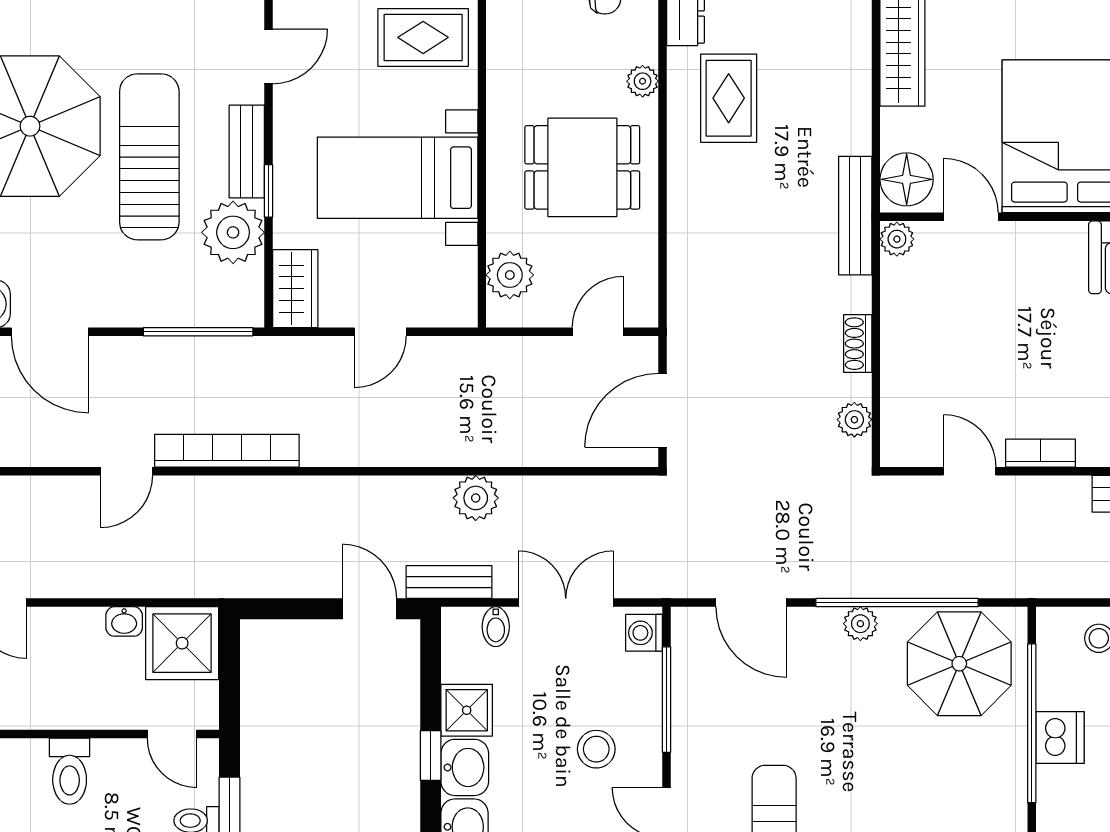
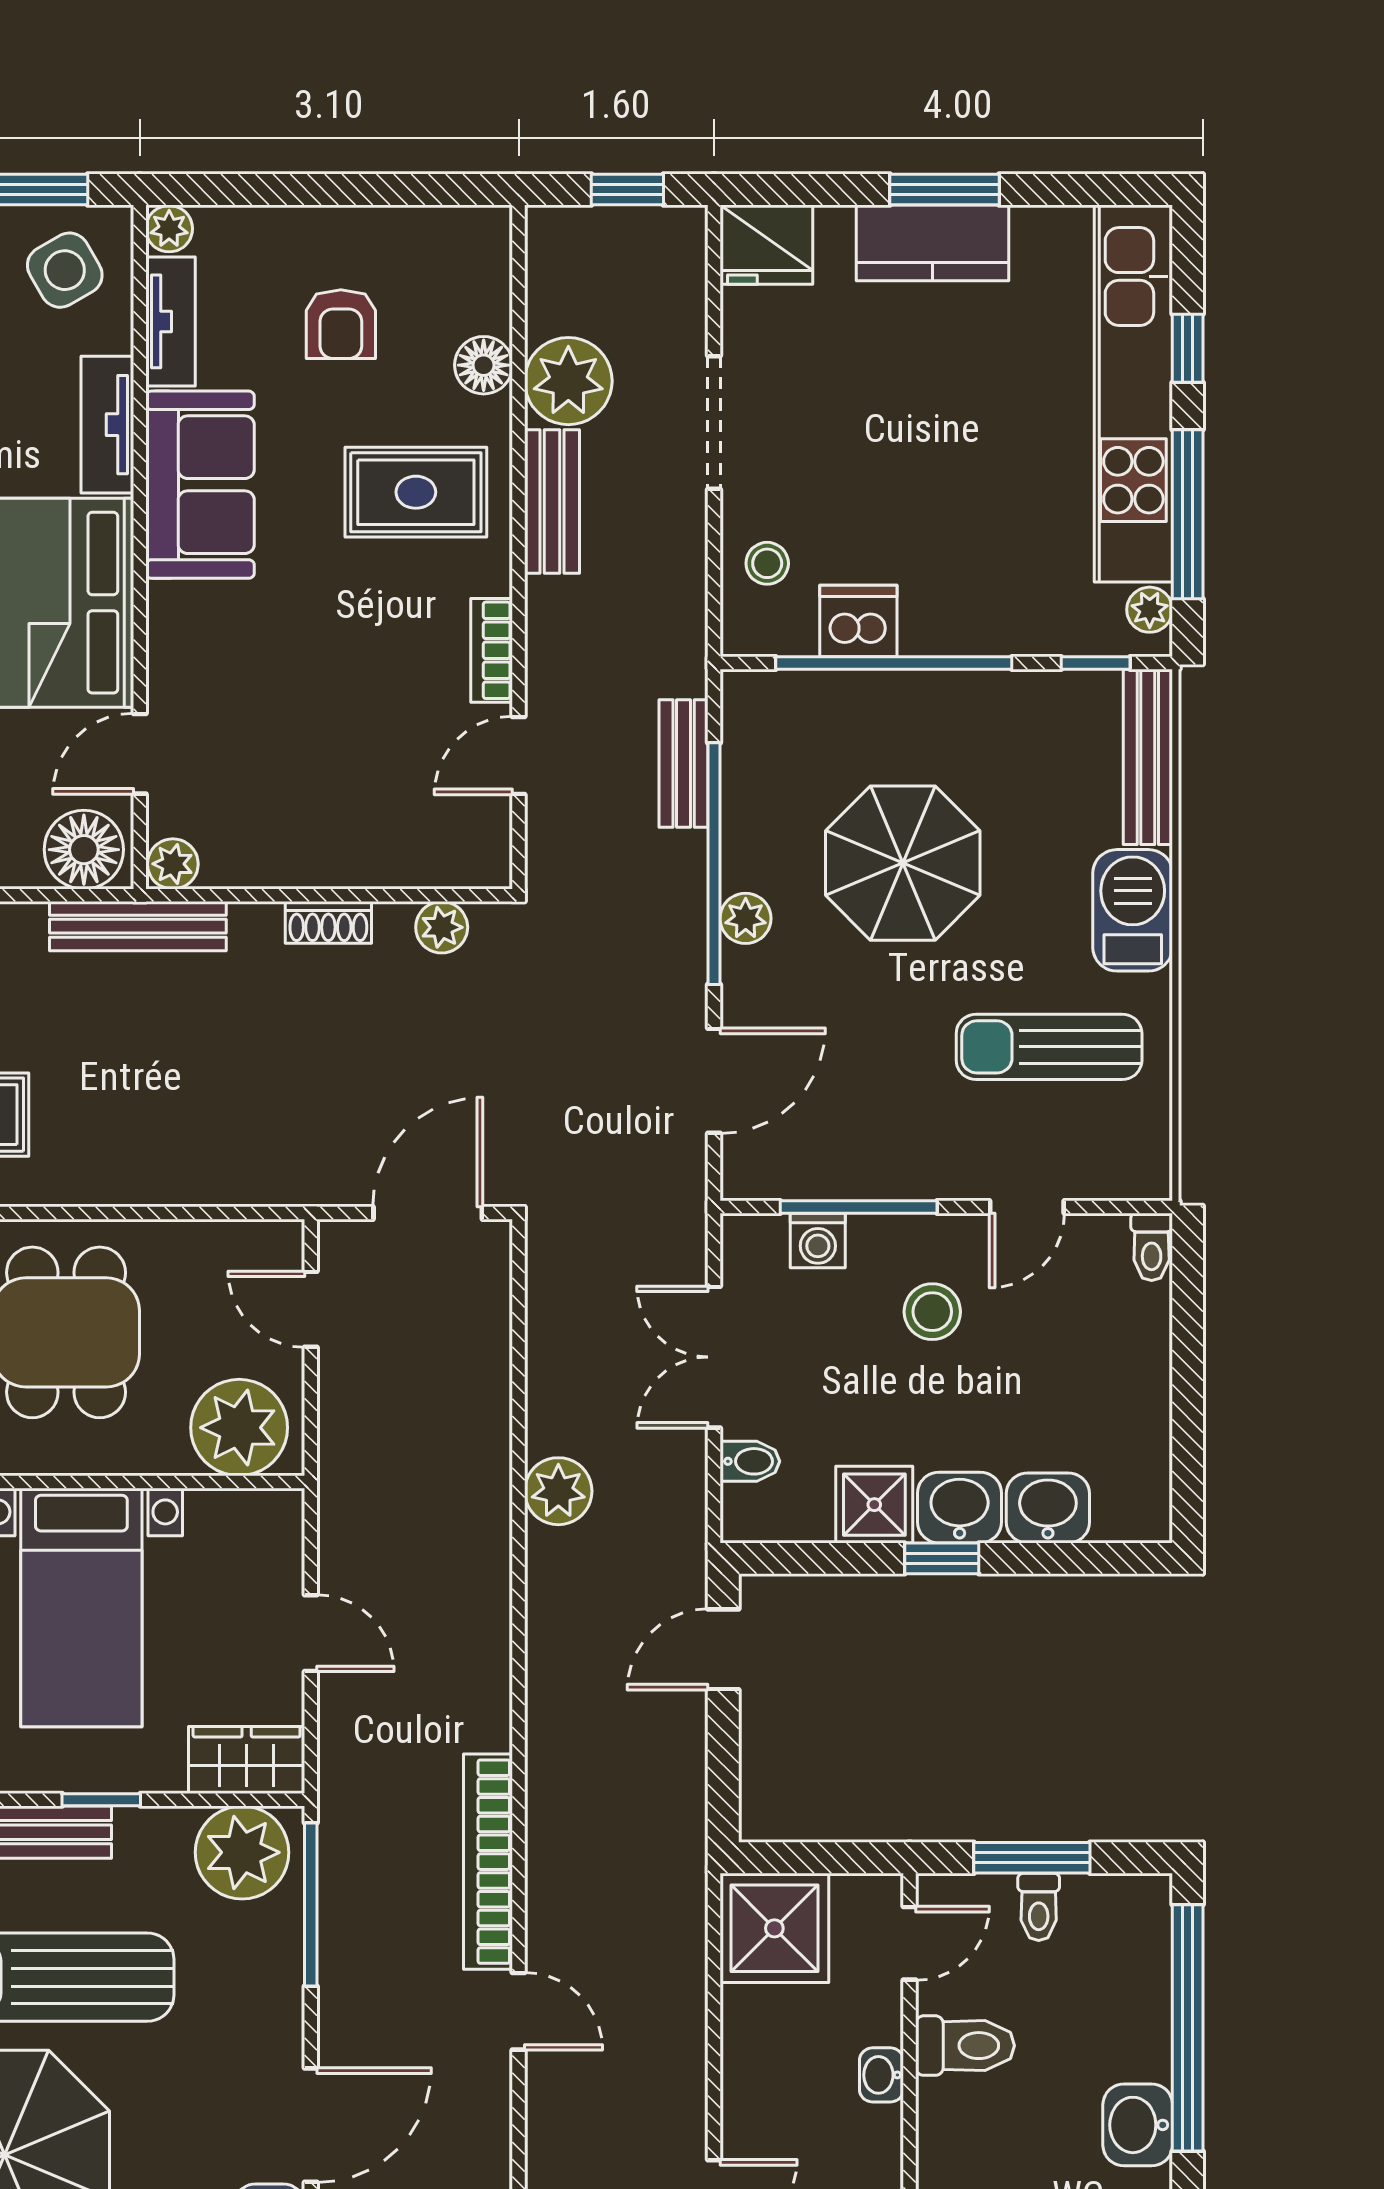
plant: (233, 232) -> (242, 1852), moved
plant: (510, 275) -> (239, 1428), width x1.36, depth x1.36
door: (662, 410) -> (428, 1213), swing flipped
bench: (449, 582) -> (684, 763), moved
washbasin: (124, 621) -> (882, 2075), moved, turned 180
washing machine: (644, 633) -> (818, 1240), moved
parasol: (959, 664) -> (903, 863), moved
dishwasher: (1060, 737) -> (858, 621), moved
toilet: (70, 771) -> (965, 2046), moved

